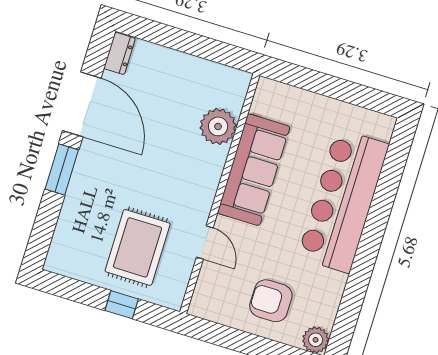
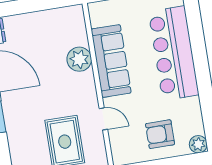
plant: (218, 126) -> (79, 59), moved

